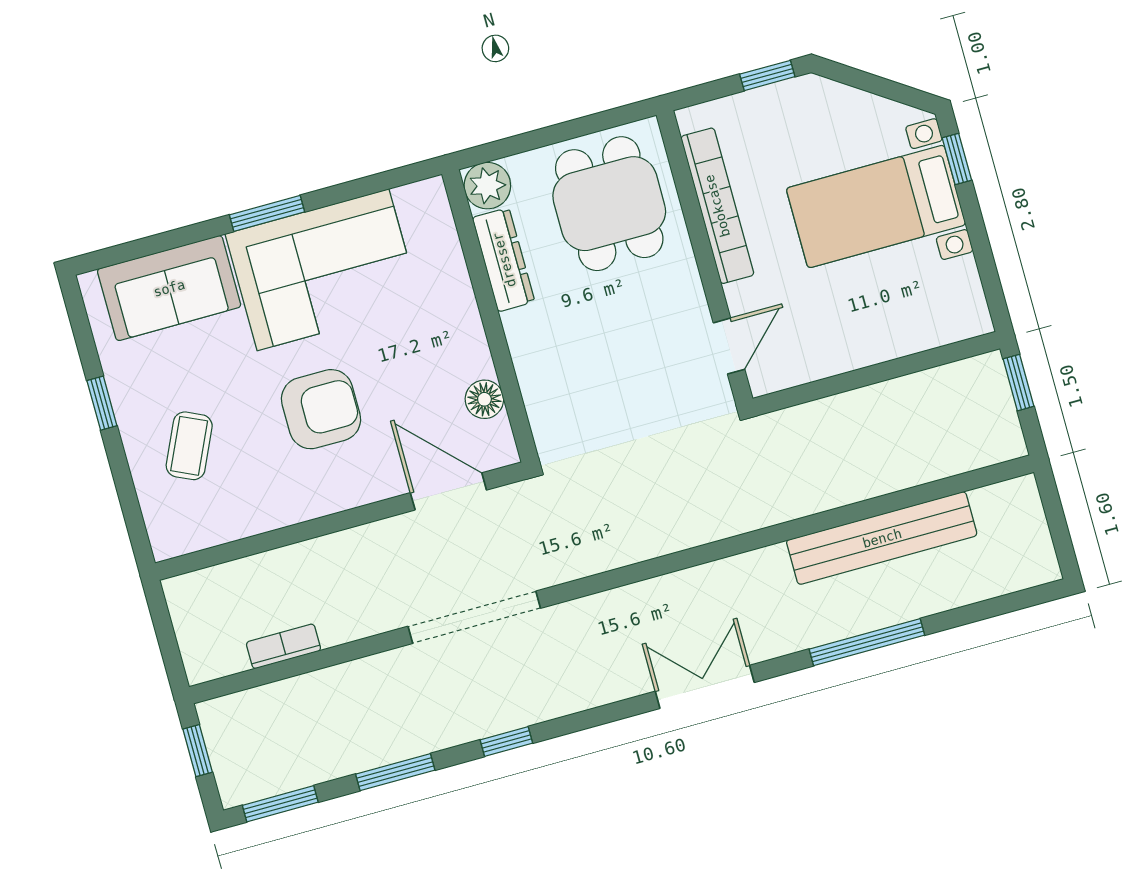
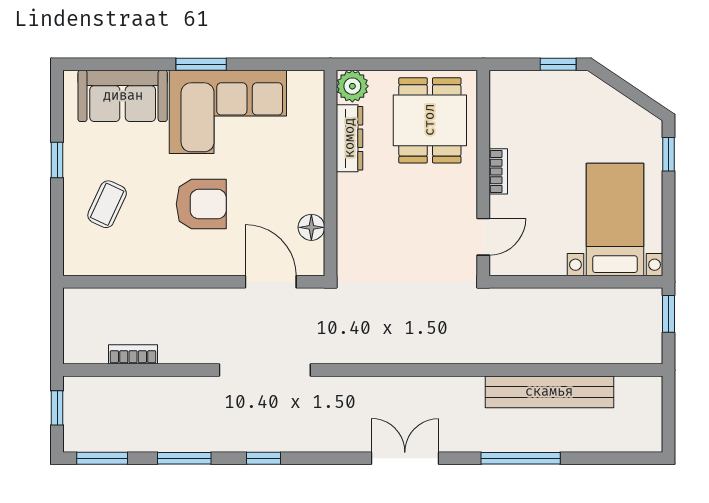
bookcase: (717, 206) -> (498, 171), width x0.43, depth x0.76
bed with nightstands: (876, 206) -> (615, 220), moved, turned 90

